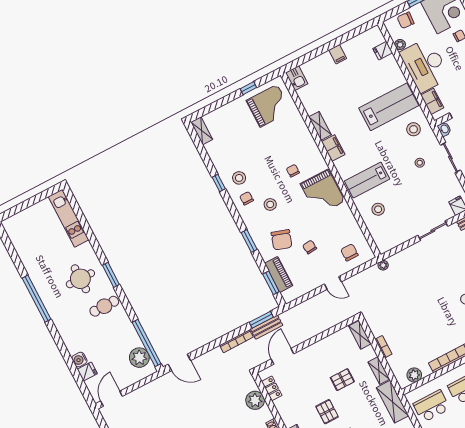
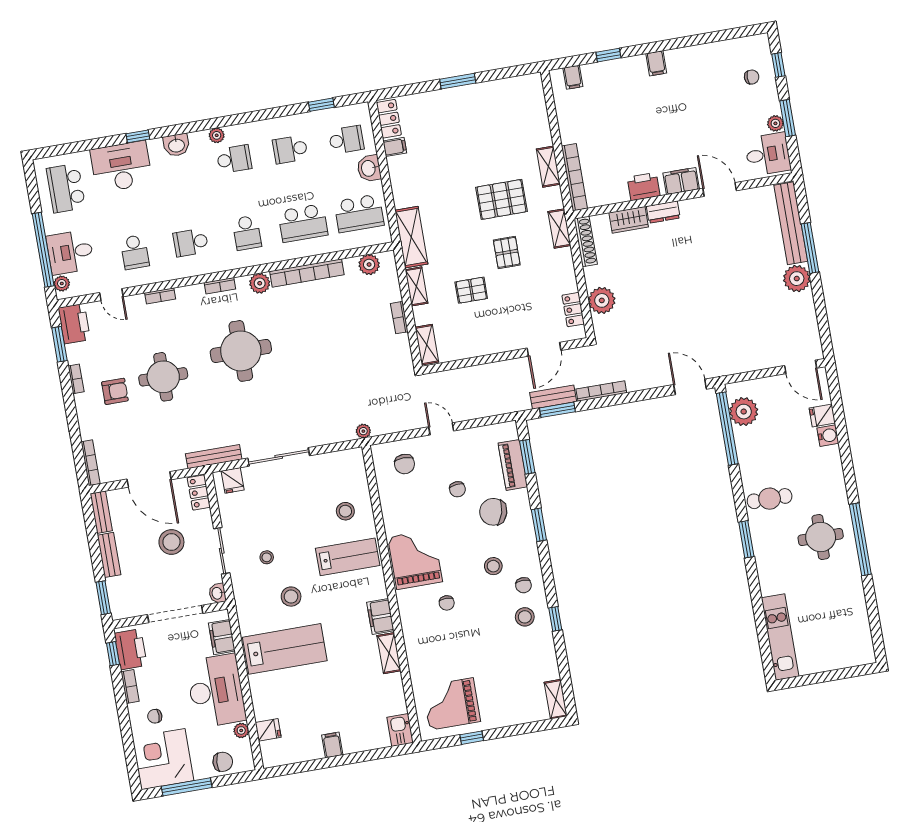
lab bench: (389, 107) -> (285, 649), turned 180
stool: (414, 129) -> (291, 597), moved
sliding door: (433, 231) -> (279, 457), width x1.37
chair: (282, 240) -> (493, 512), turned -92
round table: (80, 279) -> (821, 537), moved
door: (112, 399) -> (801, 367), hinge flipped

